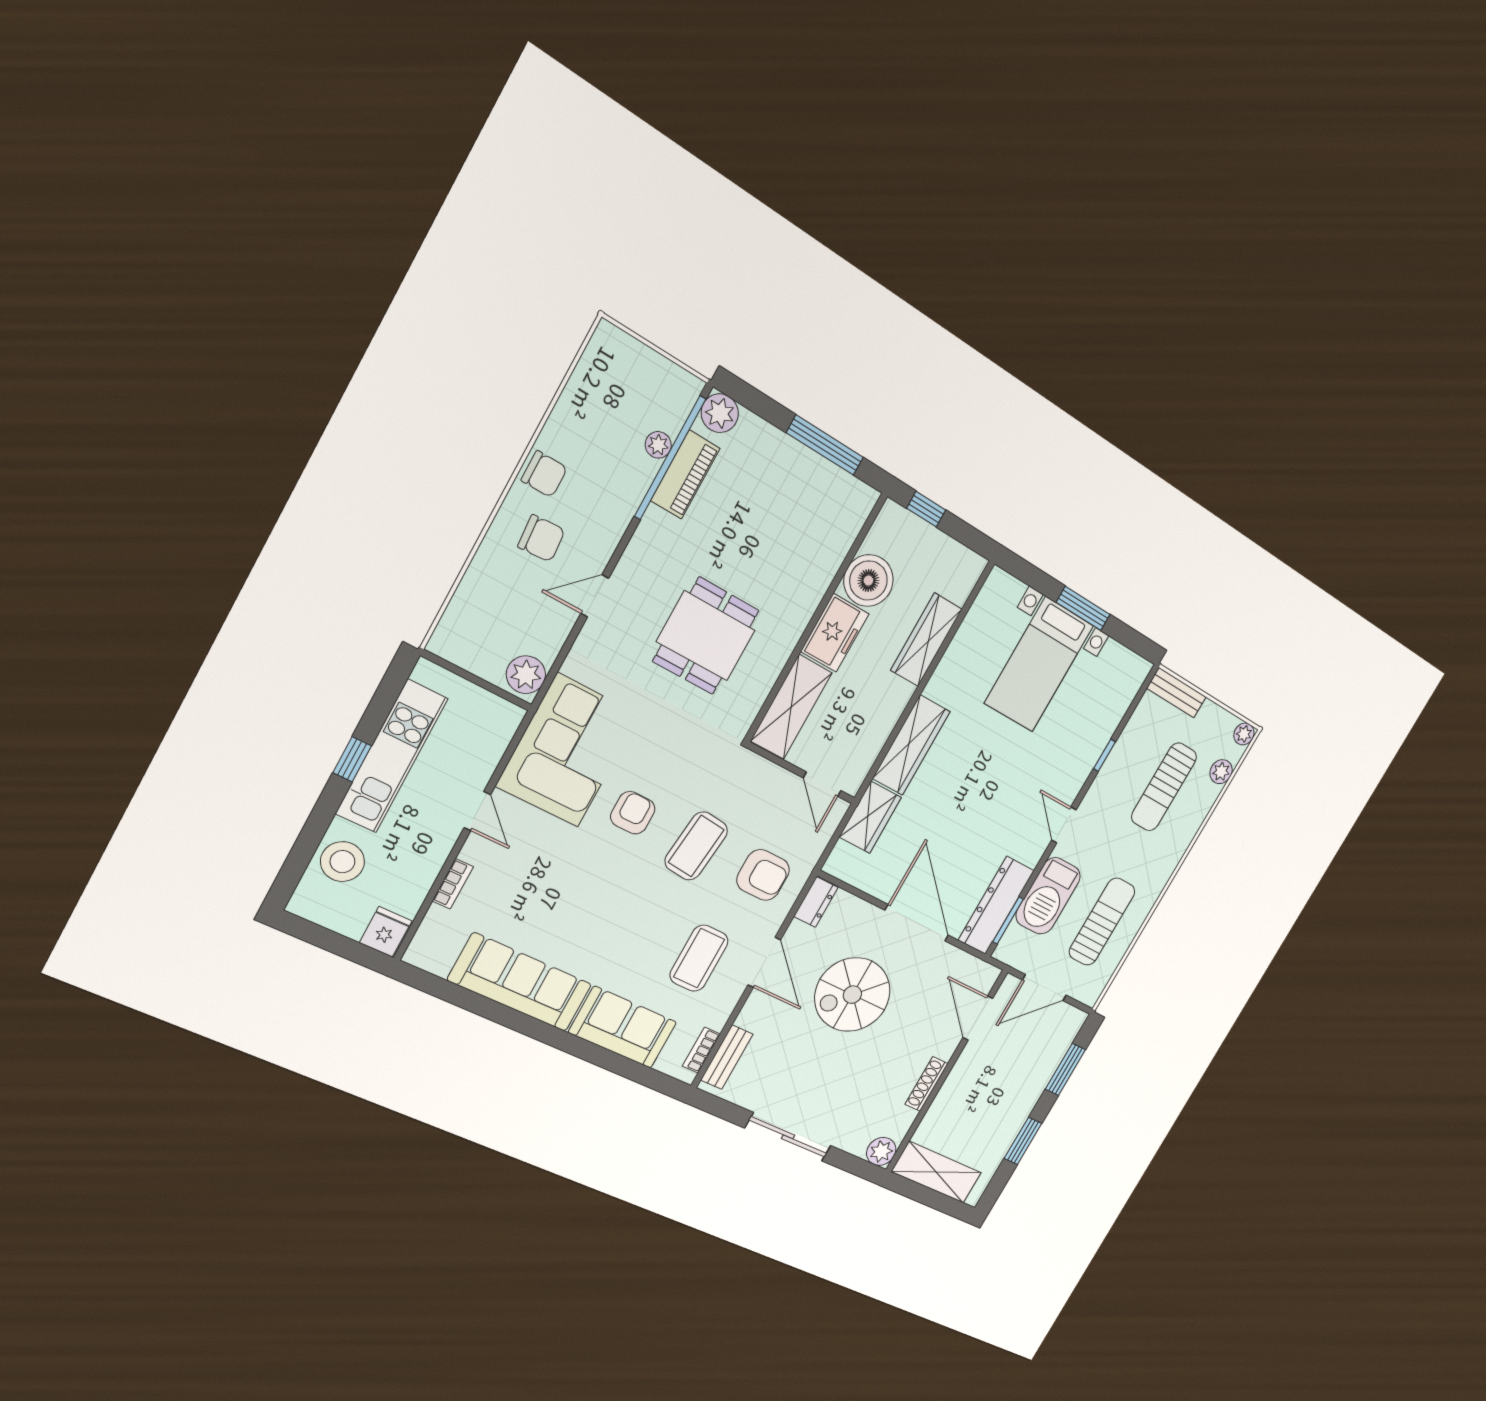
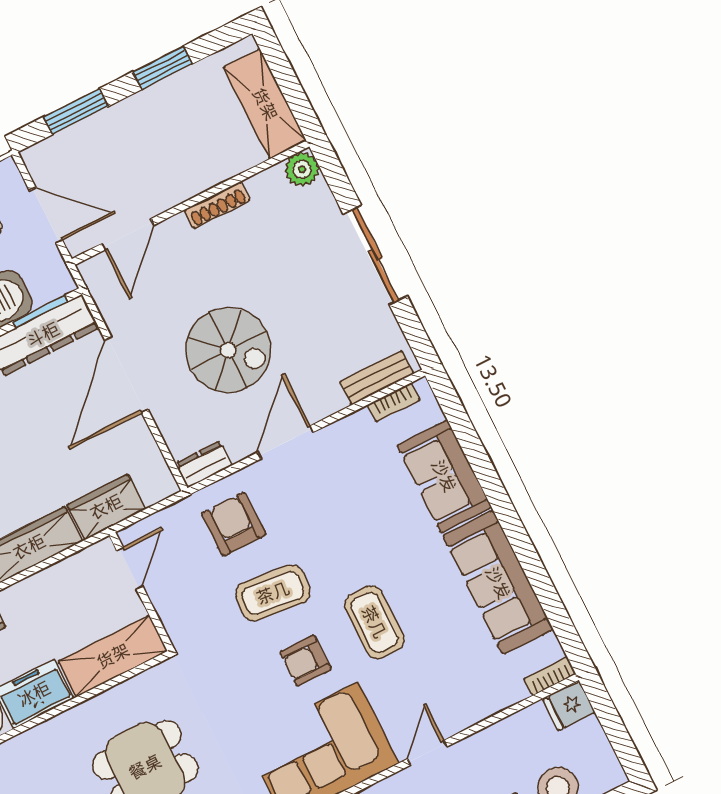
bookcase: (453, 884) -> (550, 676), moved
coffee table: (699, 958) -> (374, 622), moved, turned 90

